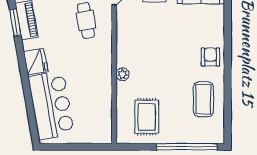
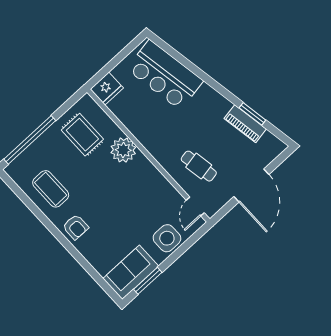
fridge: (36, 62) -> (107, 88), moved, turned -80
plant: (122, 74) -> (123, 150), width x1.88, depth x1.88

